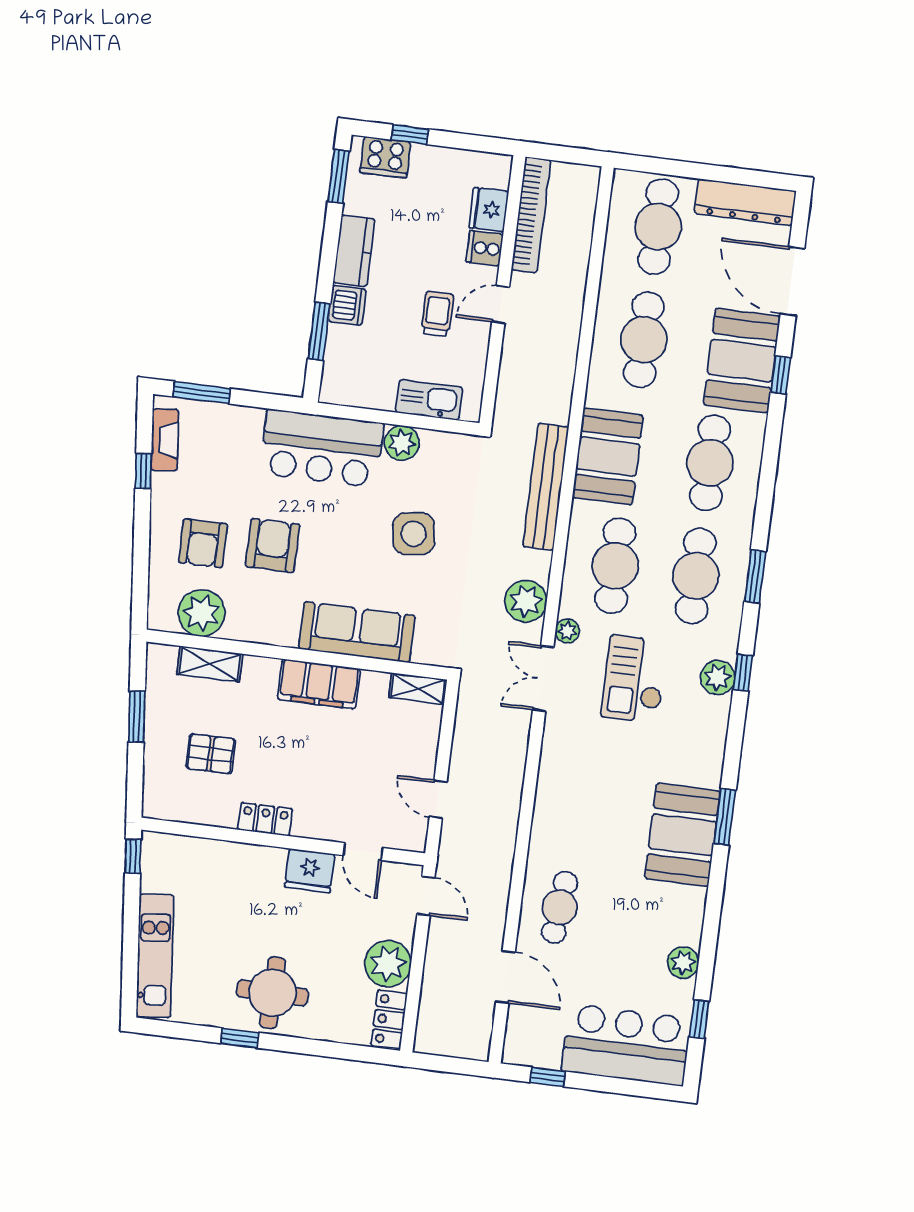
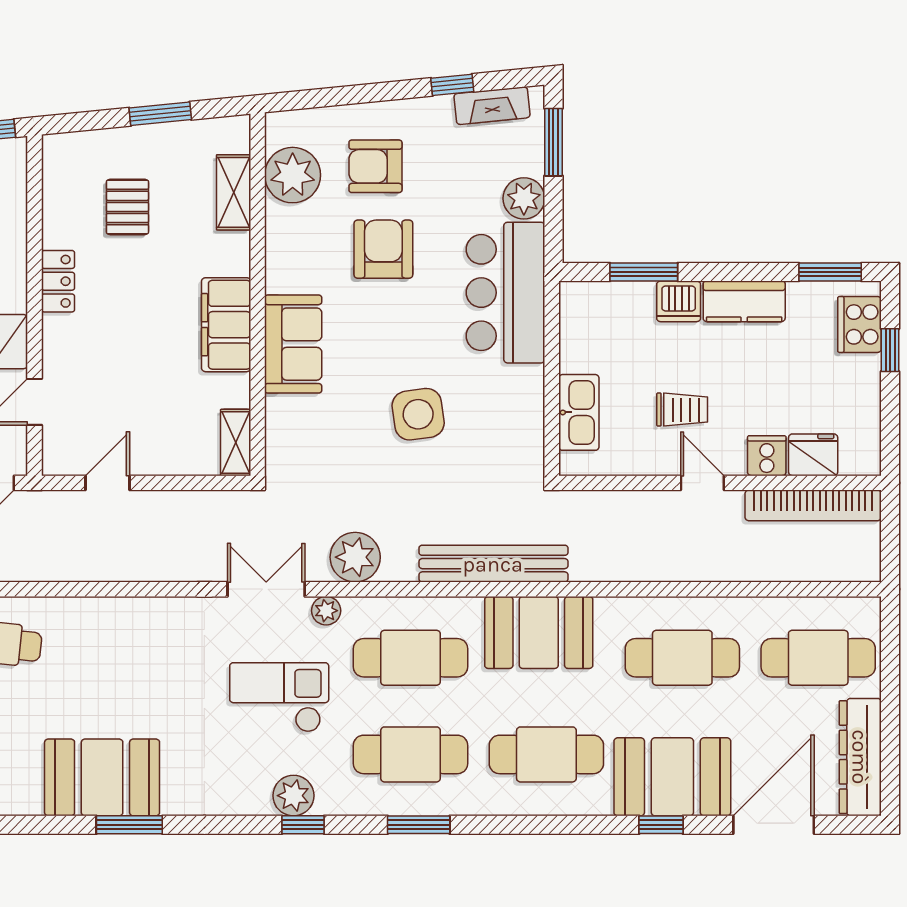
plant: (402, 443) -> (524, 198), moved
armchair: (273, 545) -> (383, 249), turned -90
sofa: (357, 632) -> (293, 344), width x0.73

